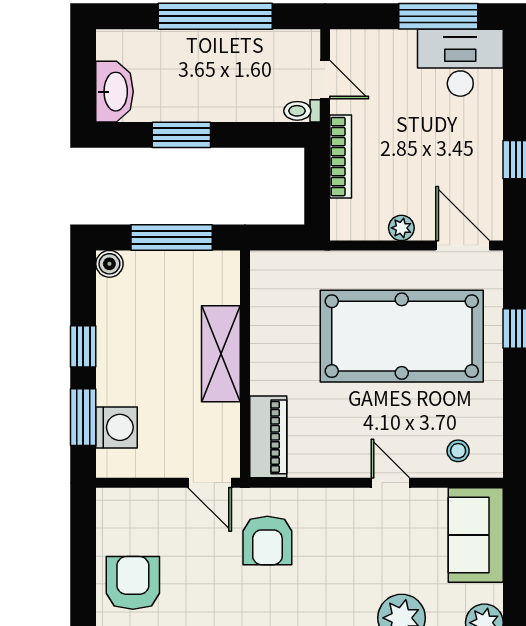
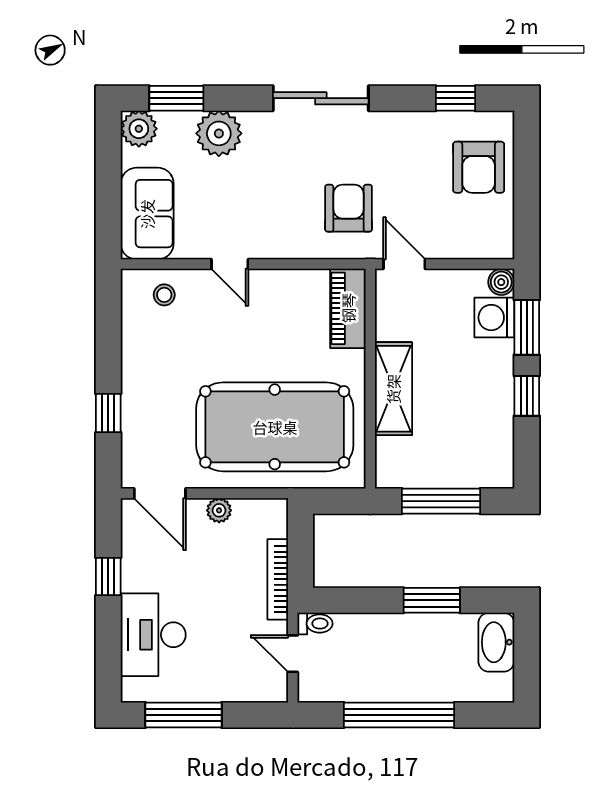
desk: (460, 63) -> (153, 635), moved, turned 90
boiler: (109, 264) -> (501, 282), moved
pool table: (402, 336) -> (275, 427), moved

